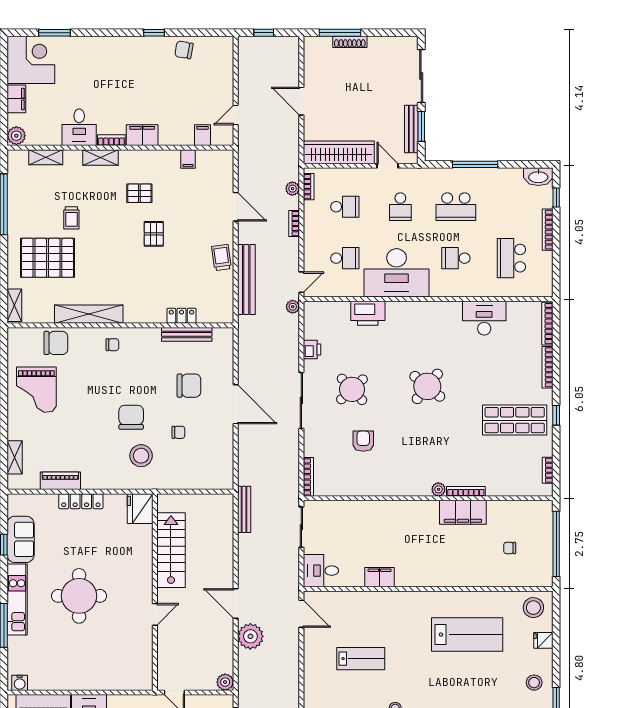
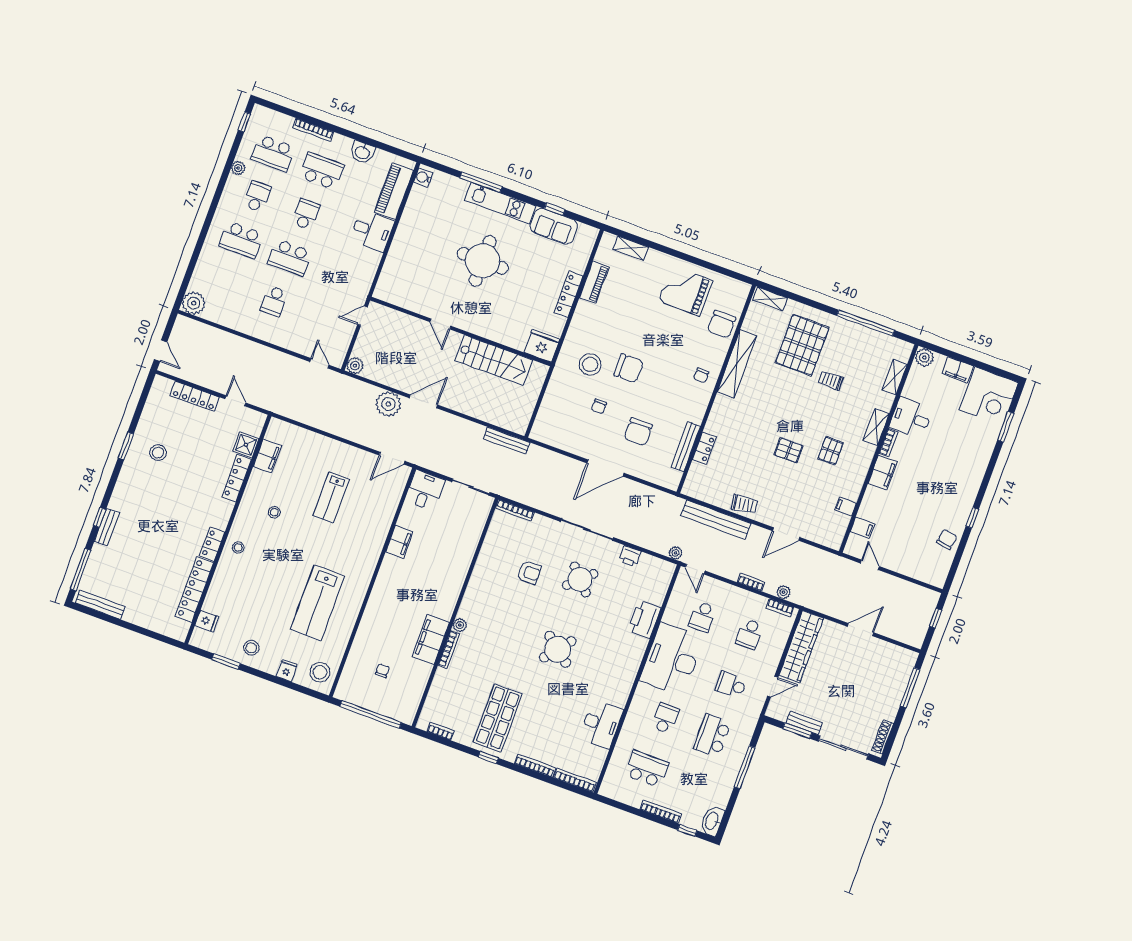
shoe rack: (350, 42) -> (883, 737), moved
bench: (411, 129) -> (804, 723), width x0.73

